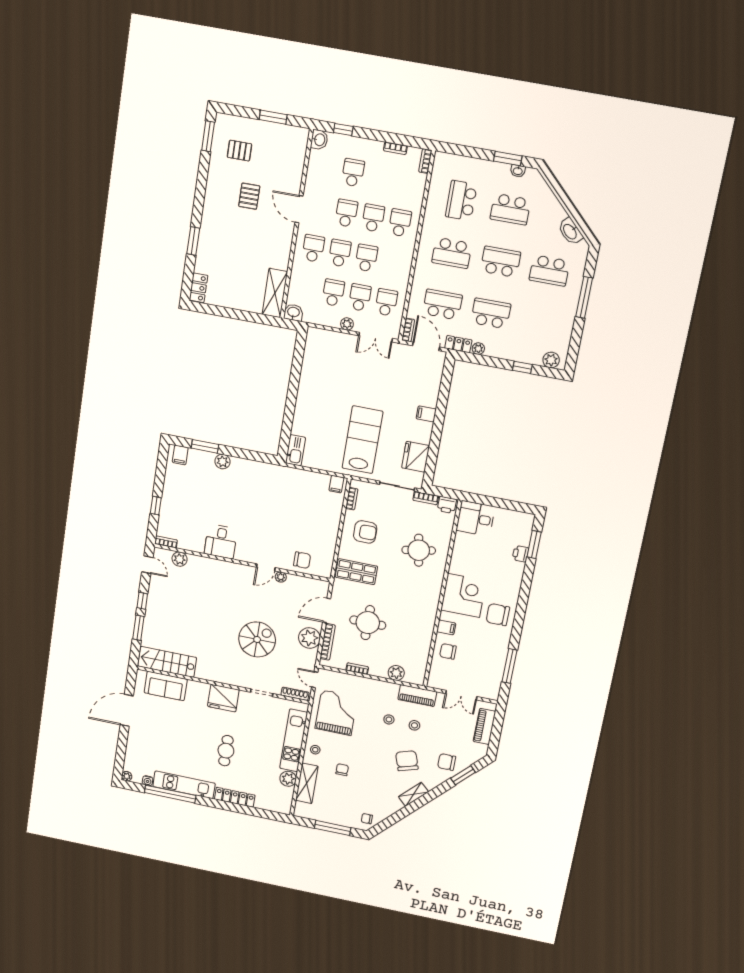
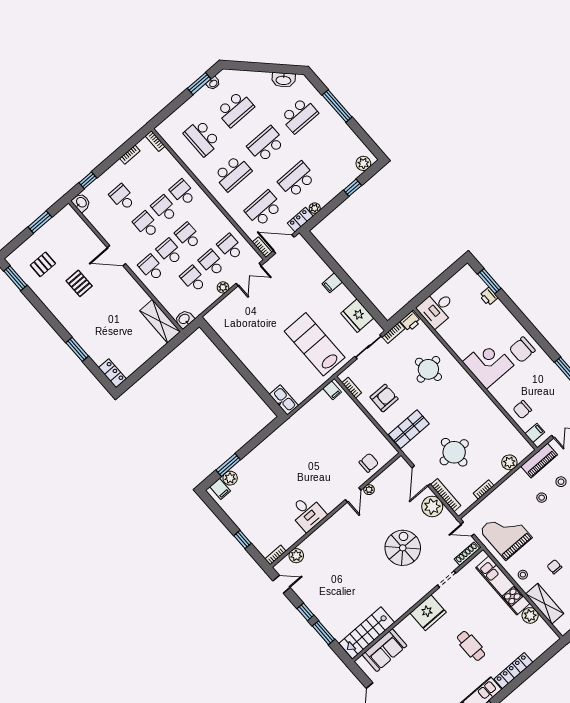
plant: (223, 462) -> (230, 478), moved
filing cabinet: (446, 627) -> (535, 433), moved

